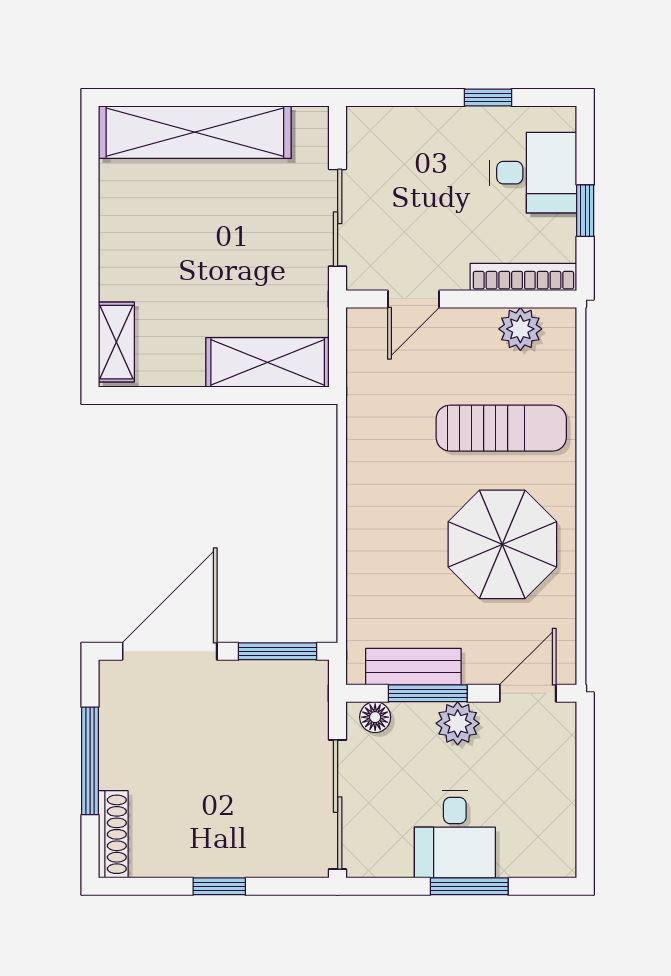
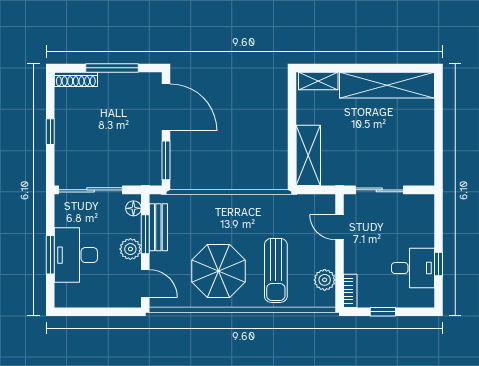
shelving: (195, 132) -> (387, 85), moved, turned 90
desk: (533, 173) -> (413, 268), moved, turned -90
bookcase: (523, 277) -> (350, 291), width x0.64
desk: (455, 834) -> (76, 255), width x1.37

